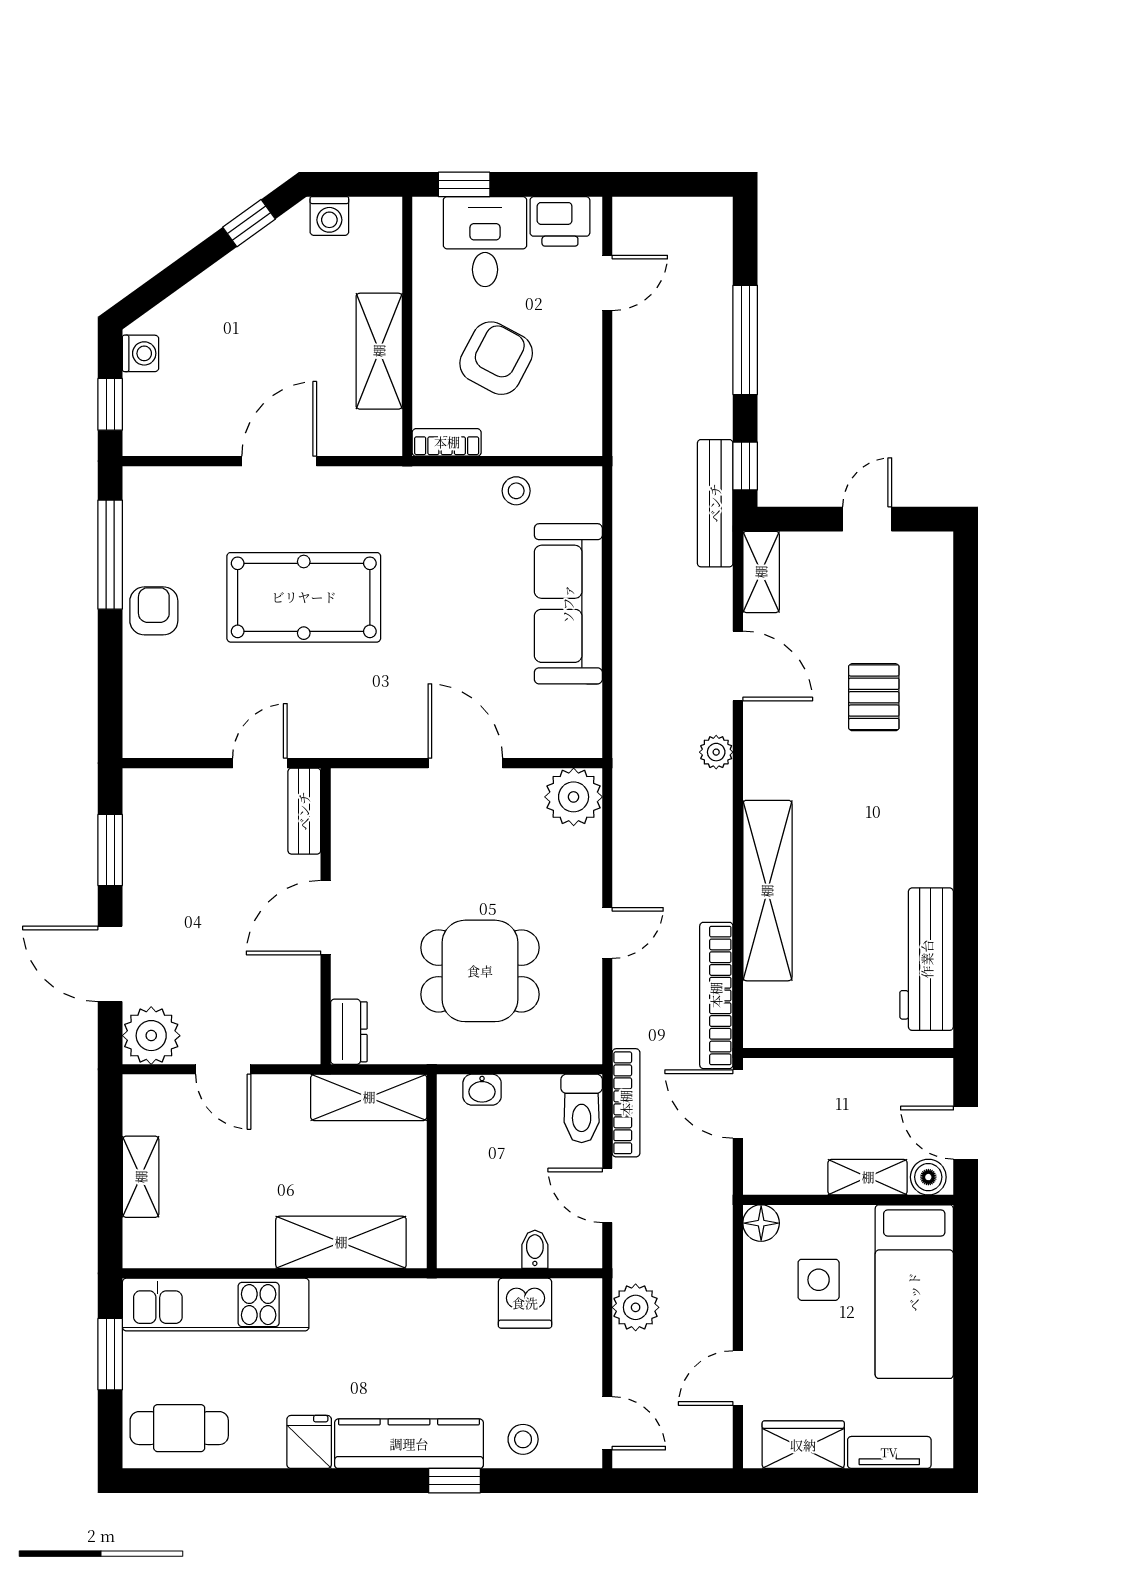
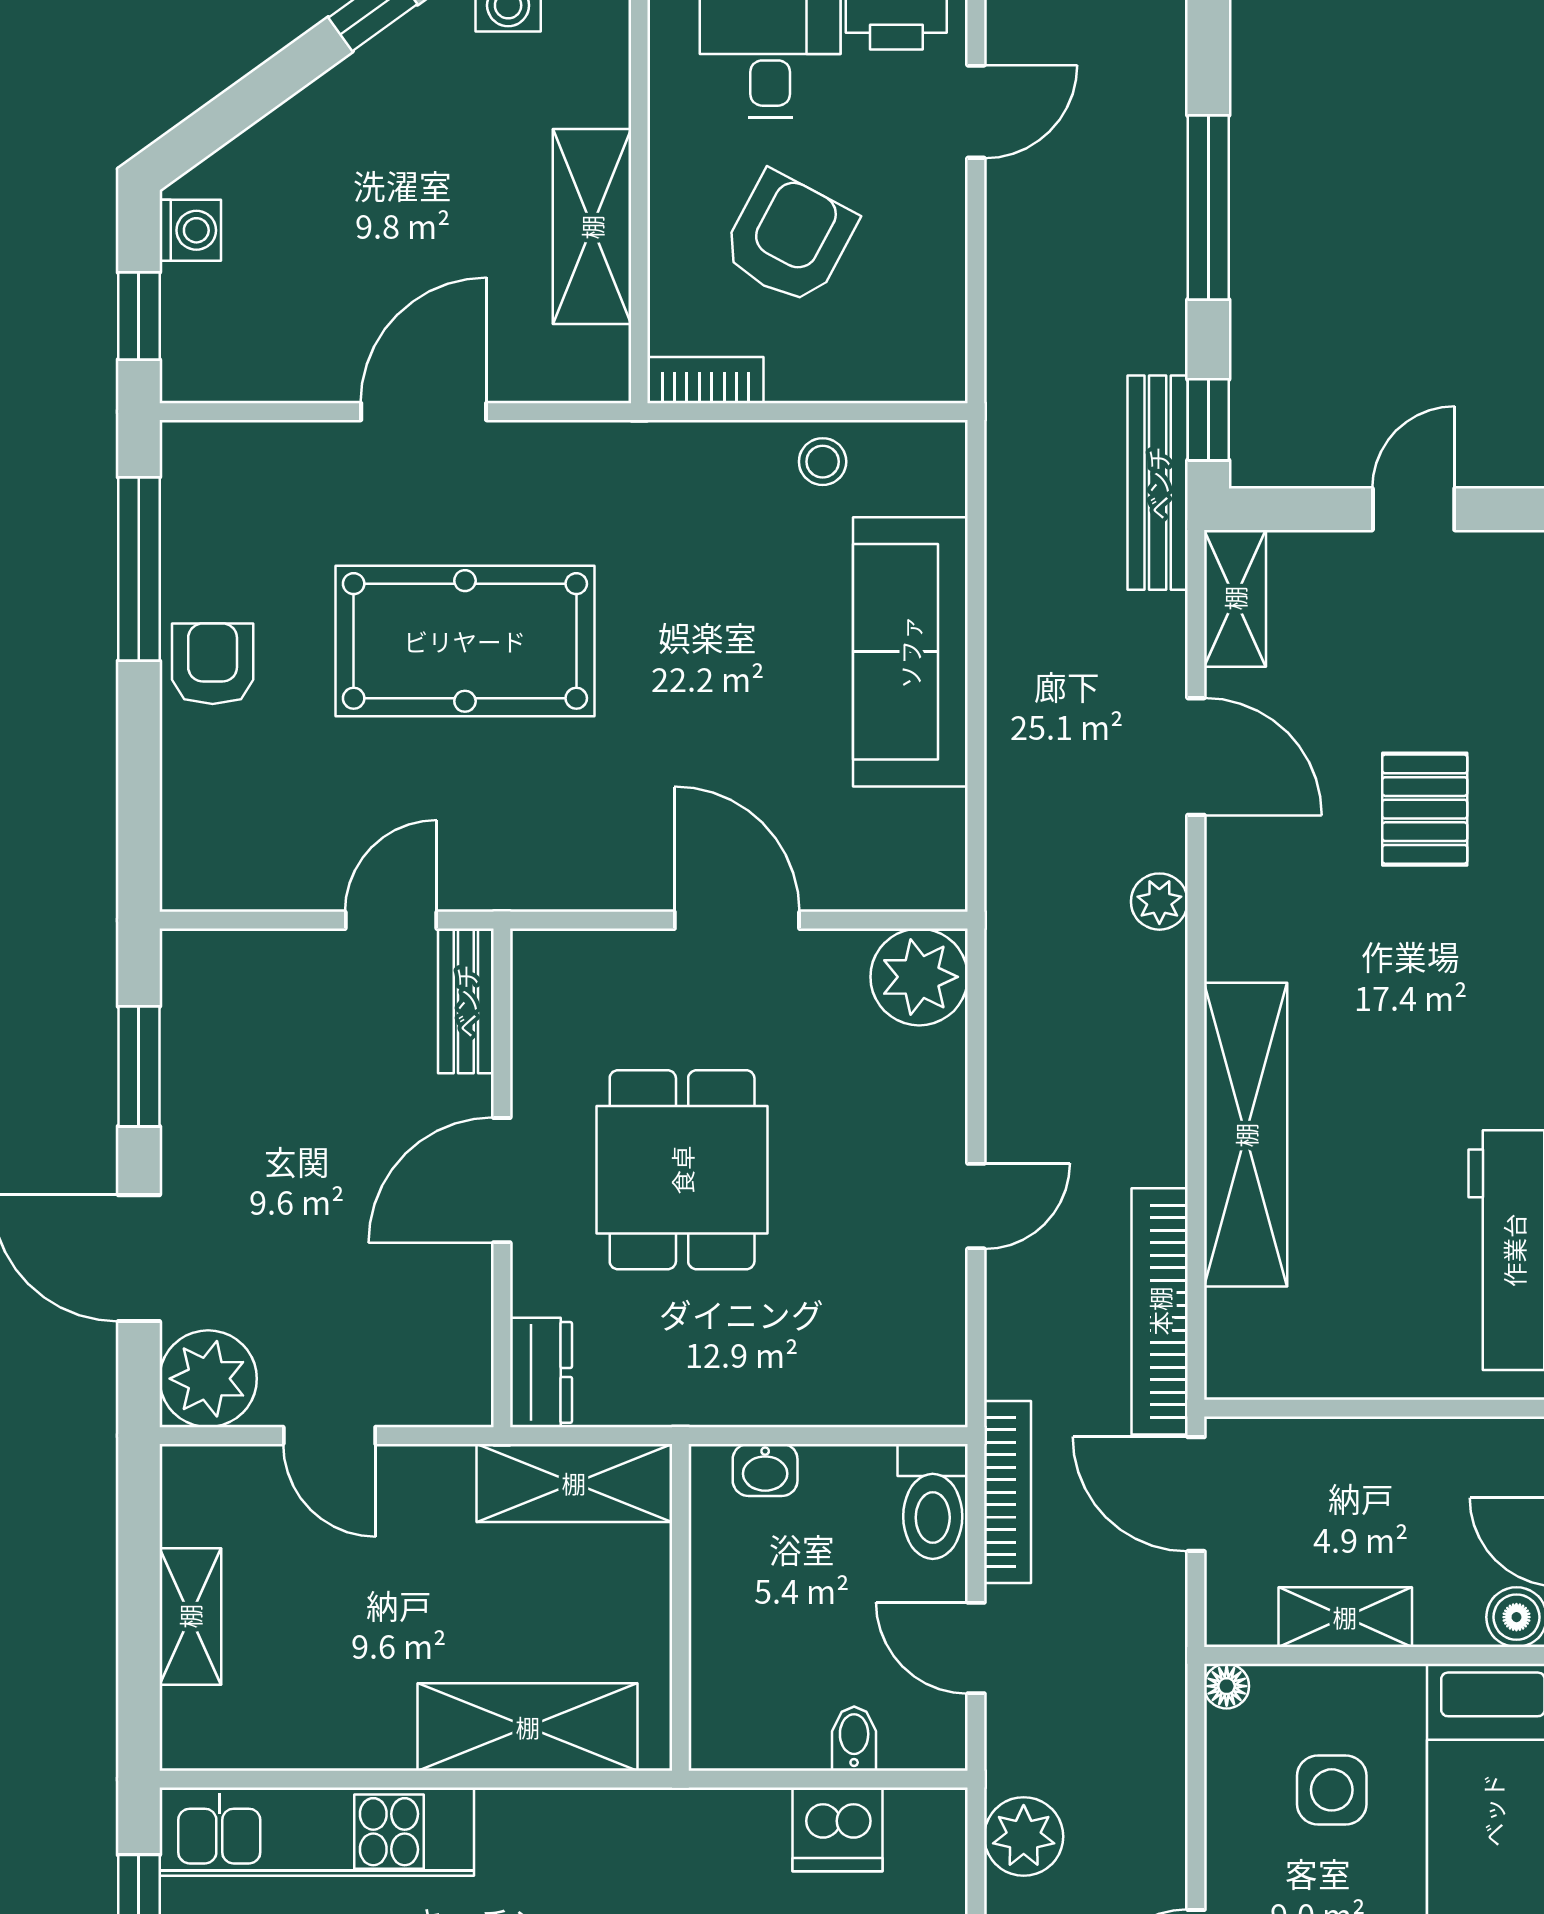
dining table: (480, 971) -> (682, 1170), moved, turned 90
shelving: (868, 1177) -> (1345, 1617), moved
floor lamp: (761, 1223) -> (1227, 1686), width x0.73, depth x0.73

